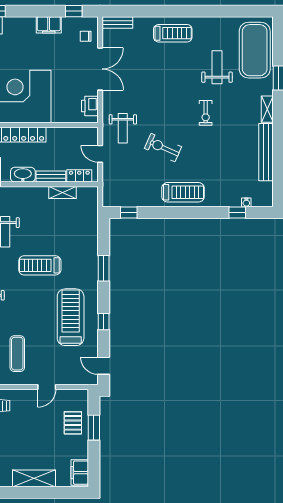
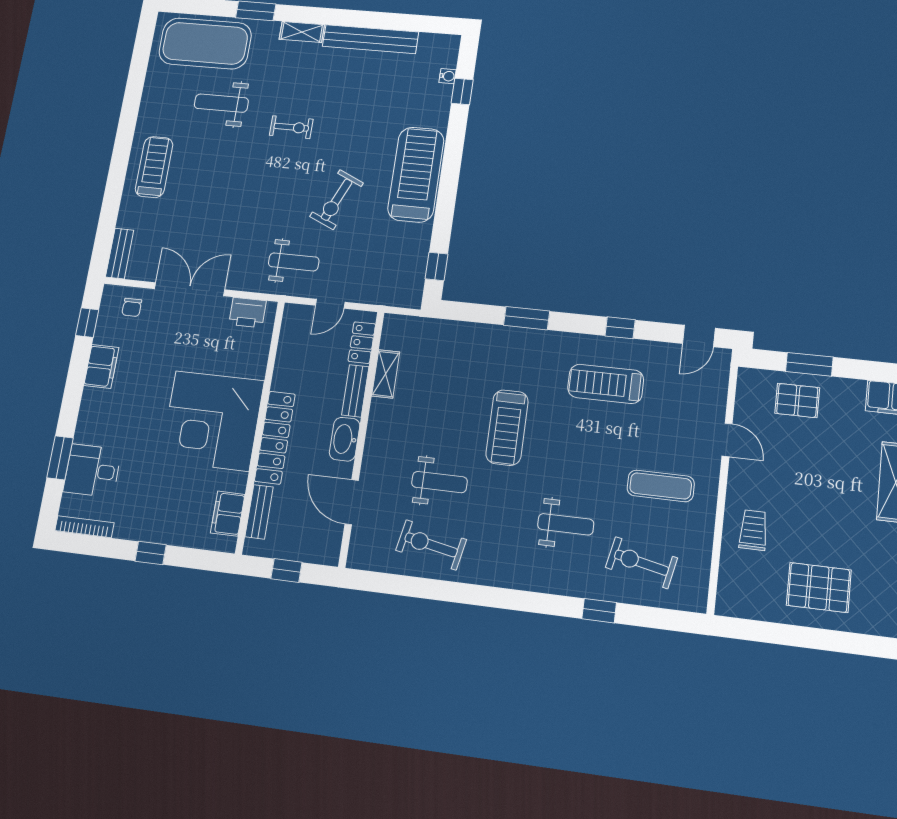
treadmill: (183, 192) -> (416, 175), width x1.37, depth x1.38
treadmill: (71, 317) -> (606, 384), width x0.73, depth x0.73

